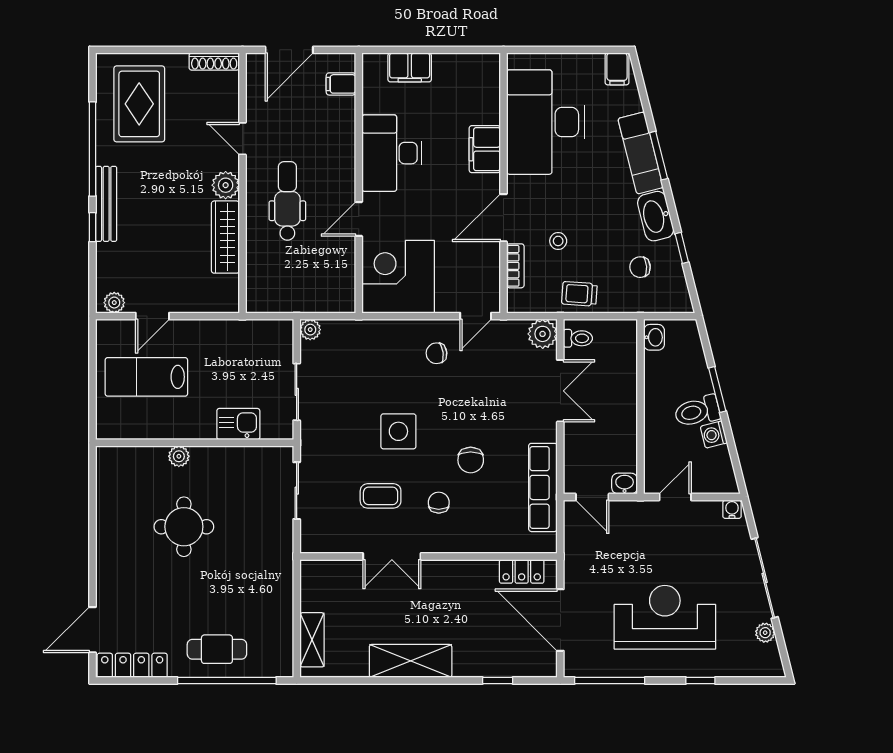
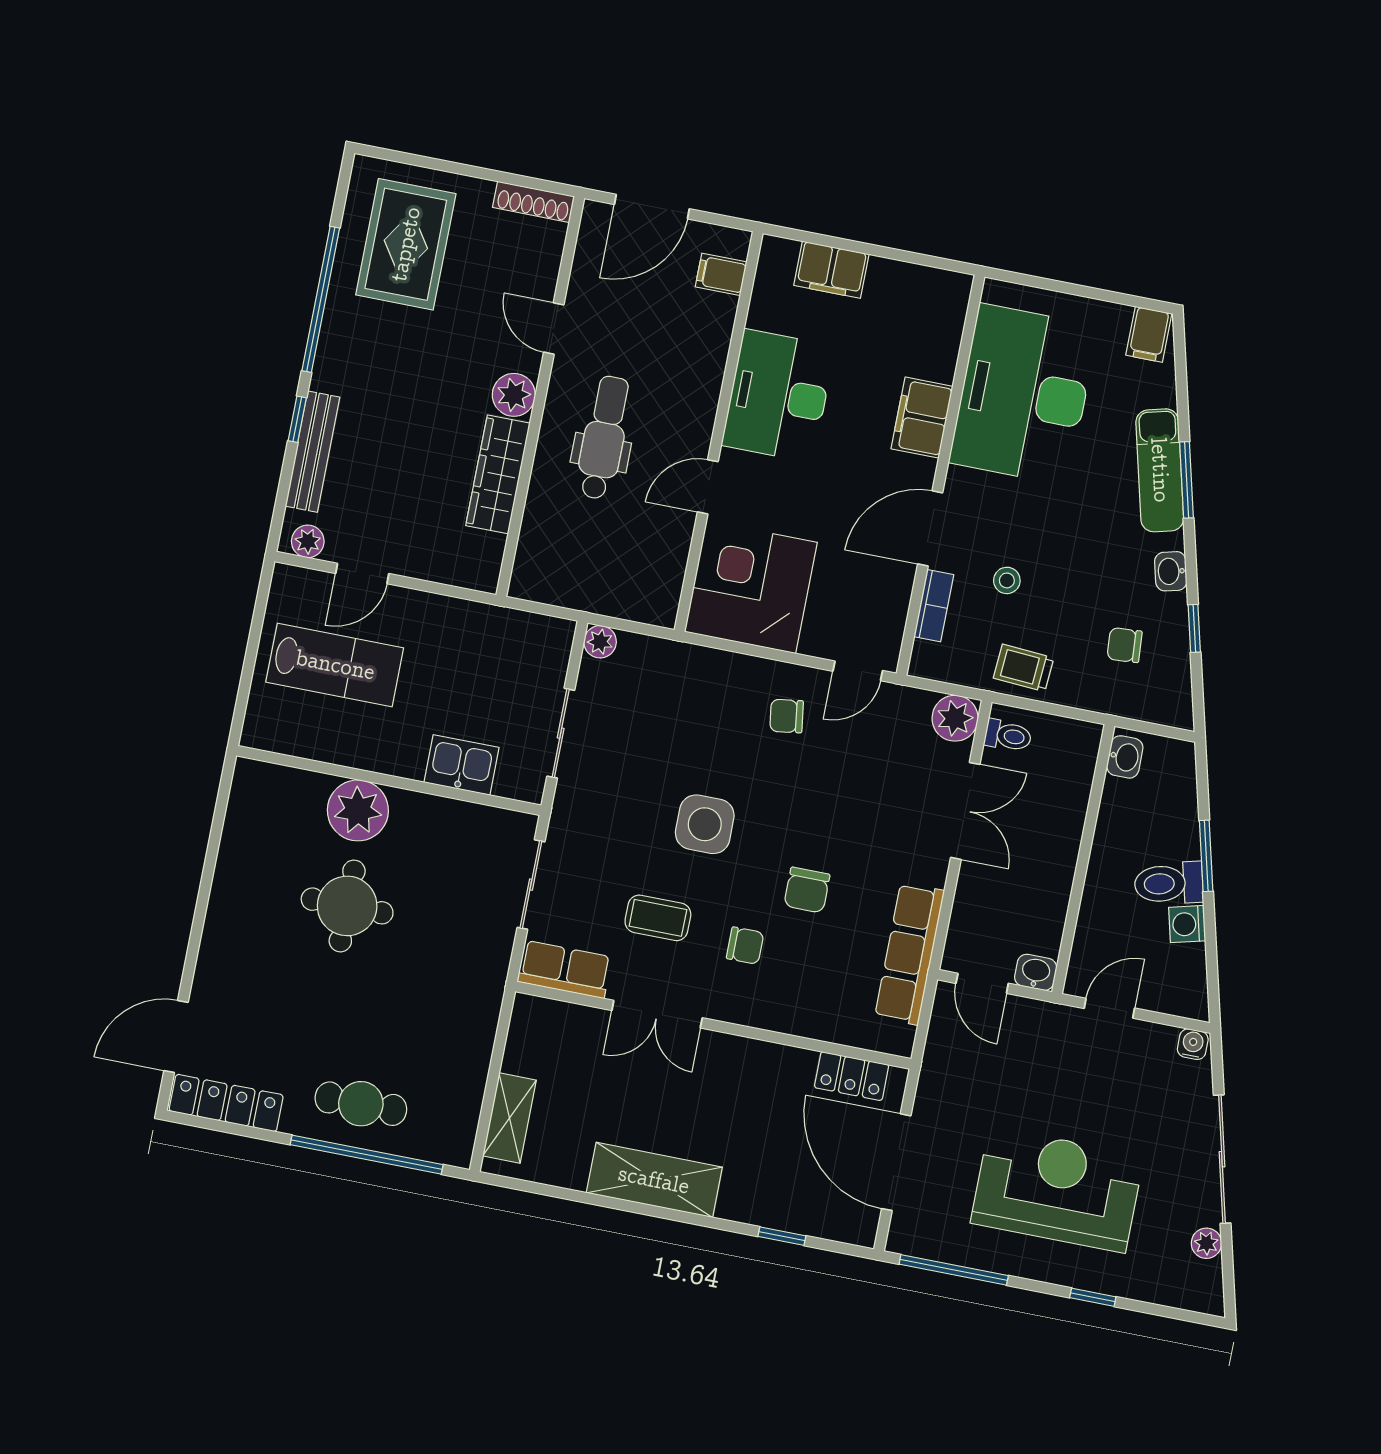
bench: (106, 204) -> (312, 452), moved
washbasin: (656, 216) -> (1171, 571), width x0.52, depth x0.69
lab bench: (146, 377) -> (335, 665), turned 180
plant: (179, 456) -> (358, 810), width x1.87, depth x1.87
chair: (439, 503) -> (745, 946), turned 90
row of seats: (328, 540) -> (565, 969), added

